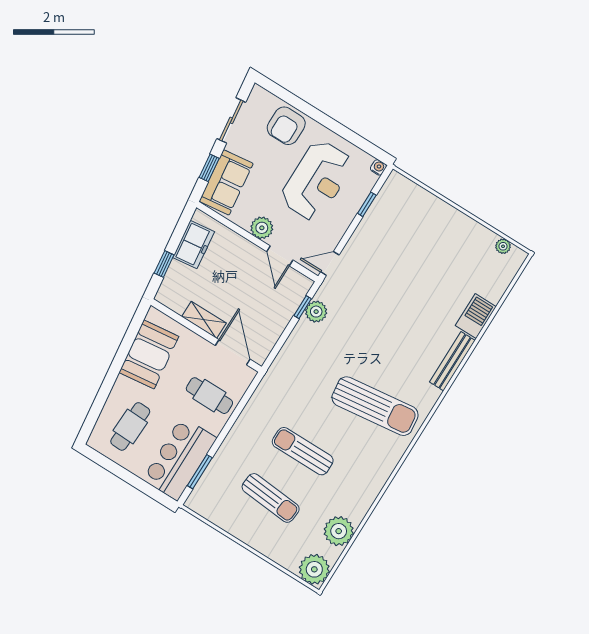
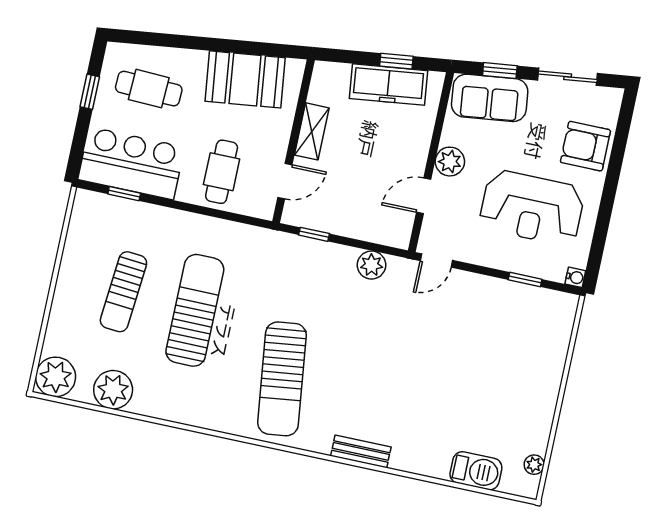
freezer: (194, 245) -> (388, 85), width x1.40
door: (330, 263) -> (436, 261), swing flipped
window: (164, 264) -> (396, 61), moved
window: (303, 307) -> (314, 234), moved
barbecue: (476, 316) -> (476, 471), moved
door: (233, 352) -> (285, 181), width x0.73
bench: (452, 361) -> (361, 451), width x0.73
sun lounger: (303, 451) -> (195, 310), width x1.36, depth x1.34
window: (117, 470) -> (90, 92), added
window: (200, 472) -> (124, 194), width x0.67

